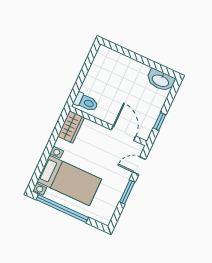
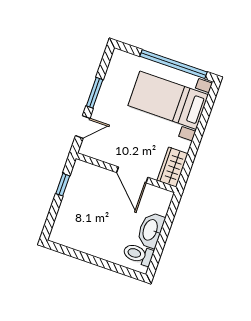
washbasin: (161, 80) -> (151, 230), moved, turned -90
toilet: (86, 102) -> (138, 254), moved
door: (124, 133) -> (132, 175), moved

